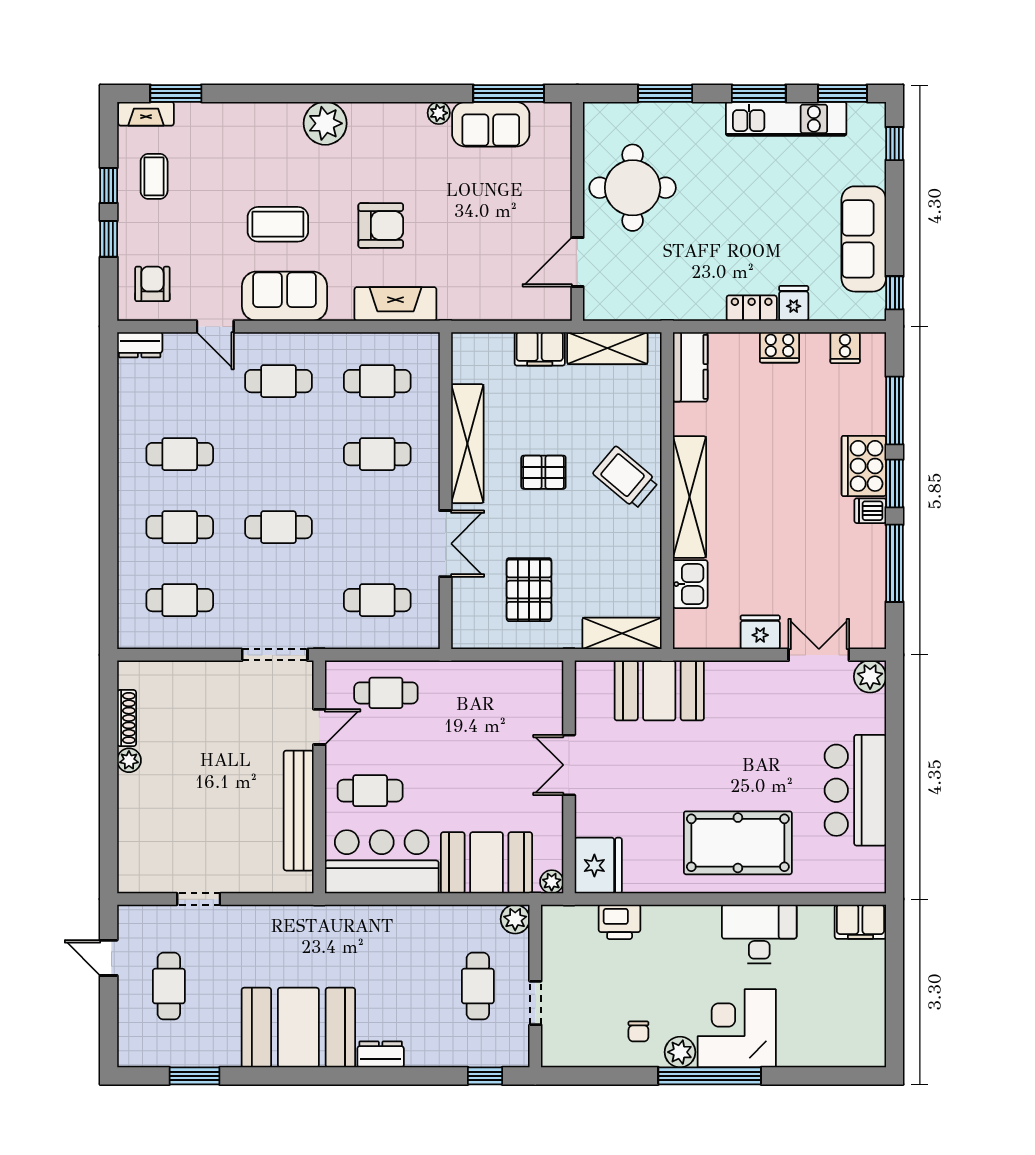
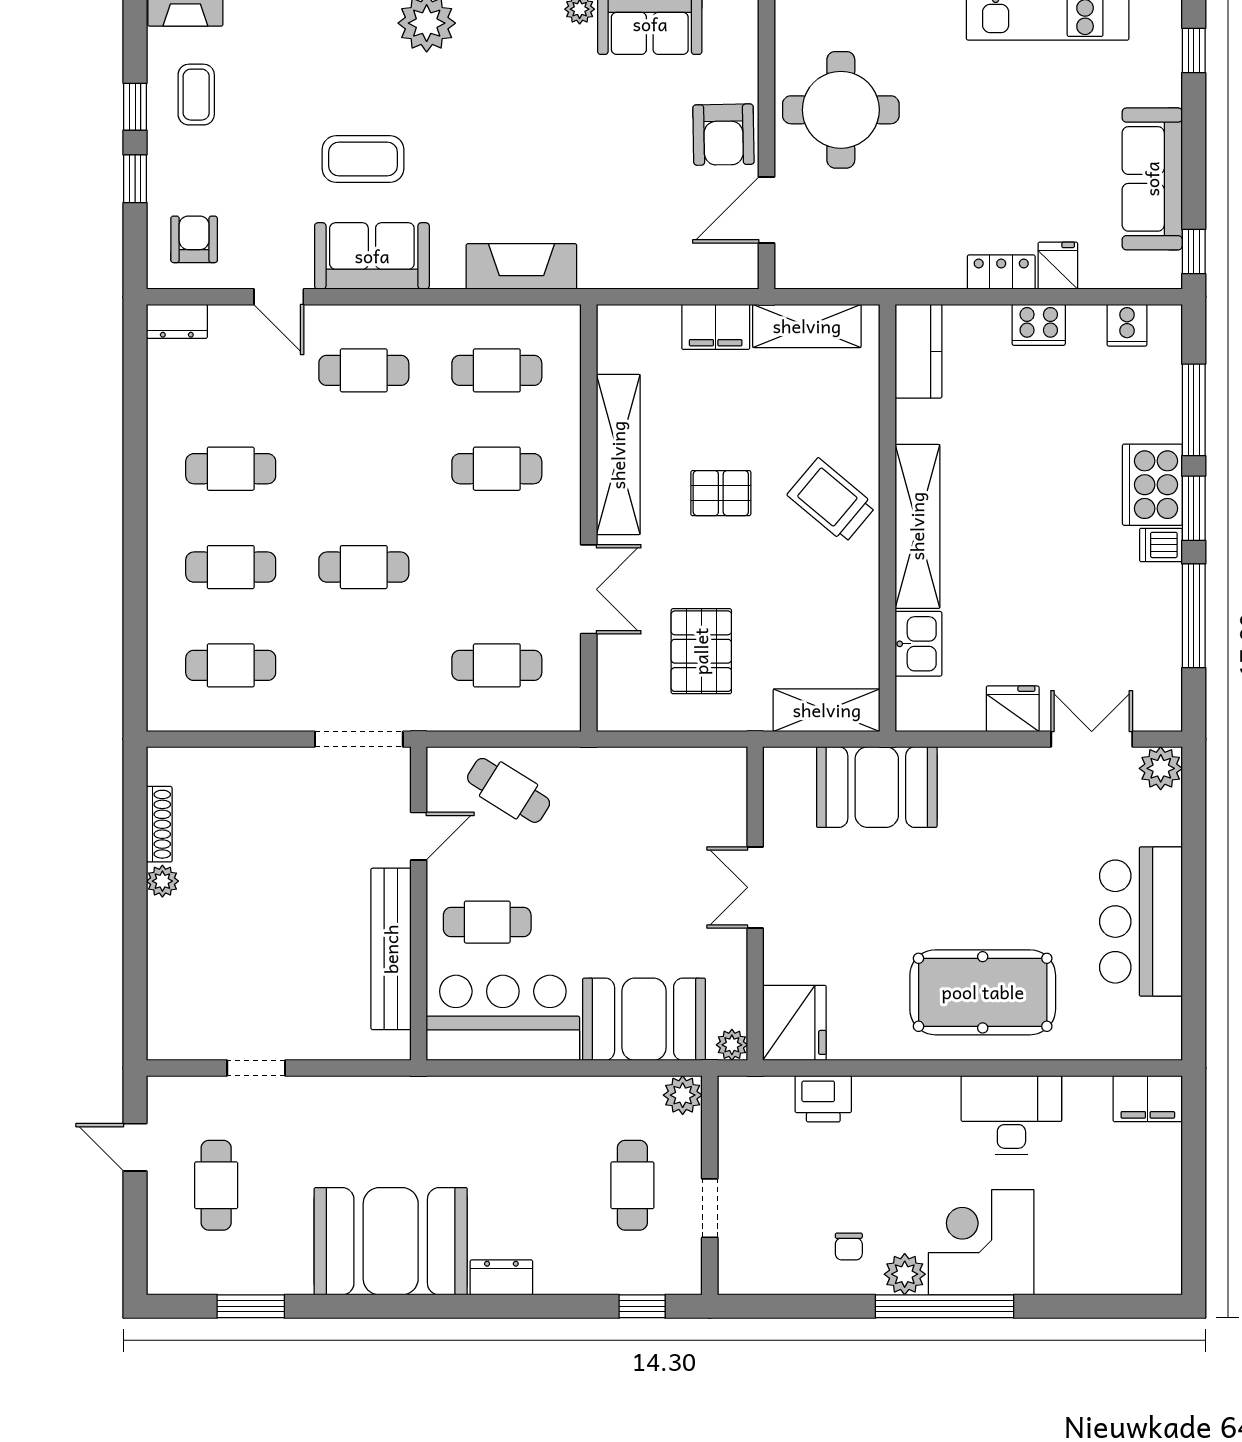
armchair: (381, 226) -> (723, 135), moved, turned 89
cafe table: (386, 693) -> (509, 790), turned 32

